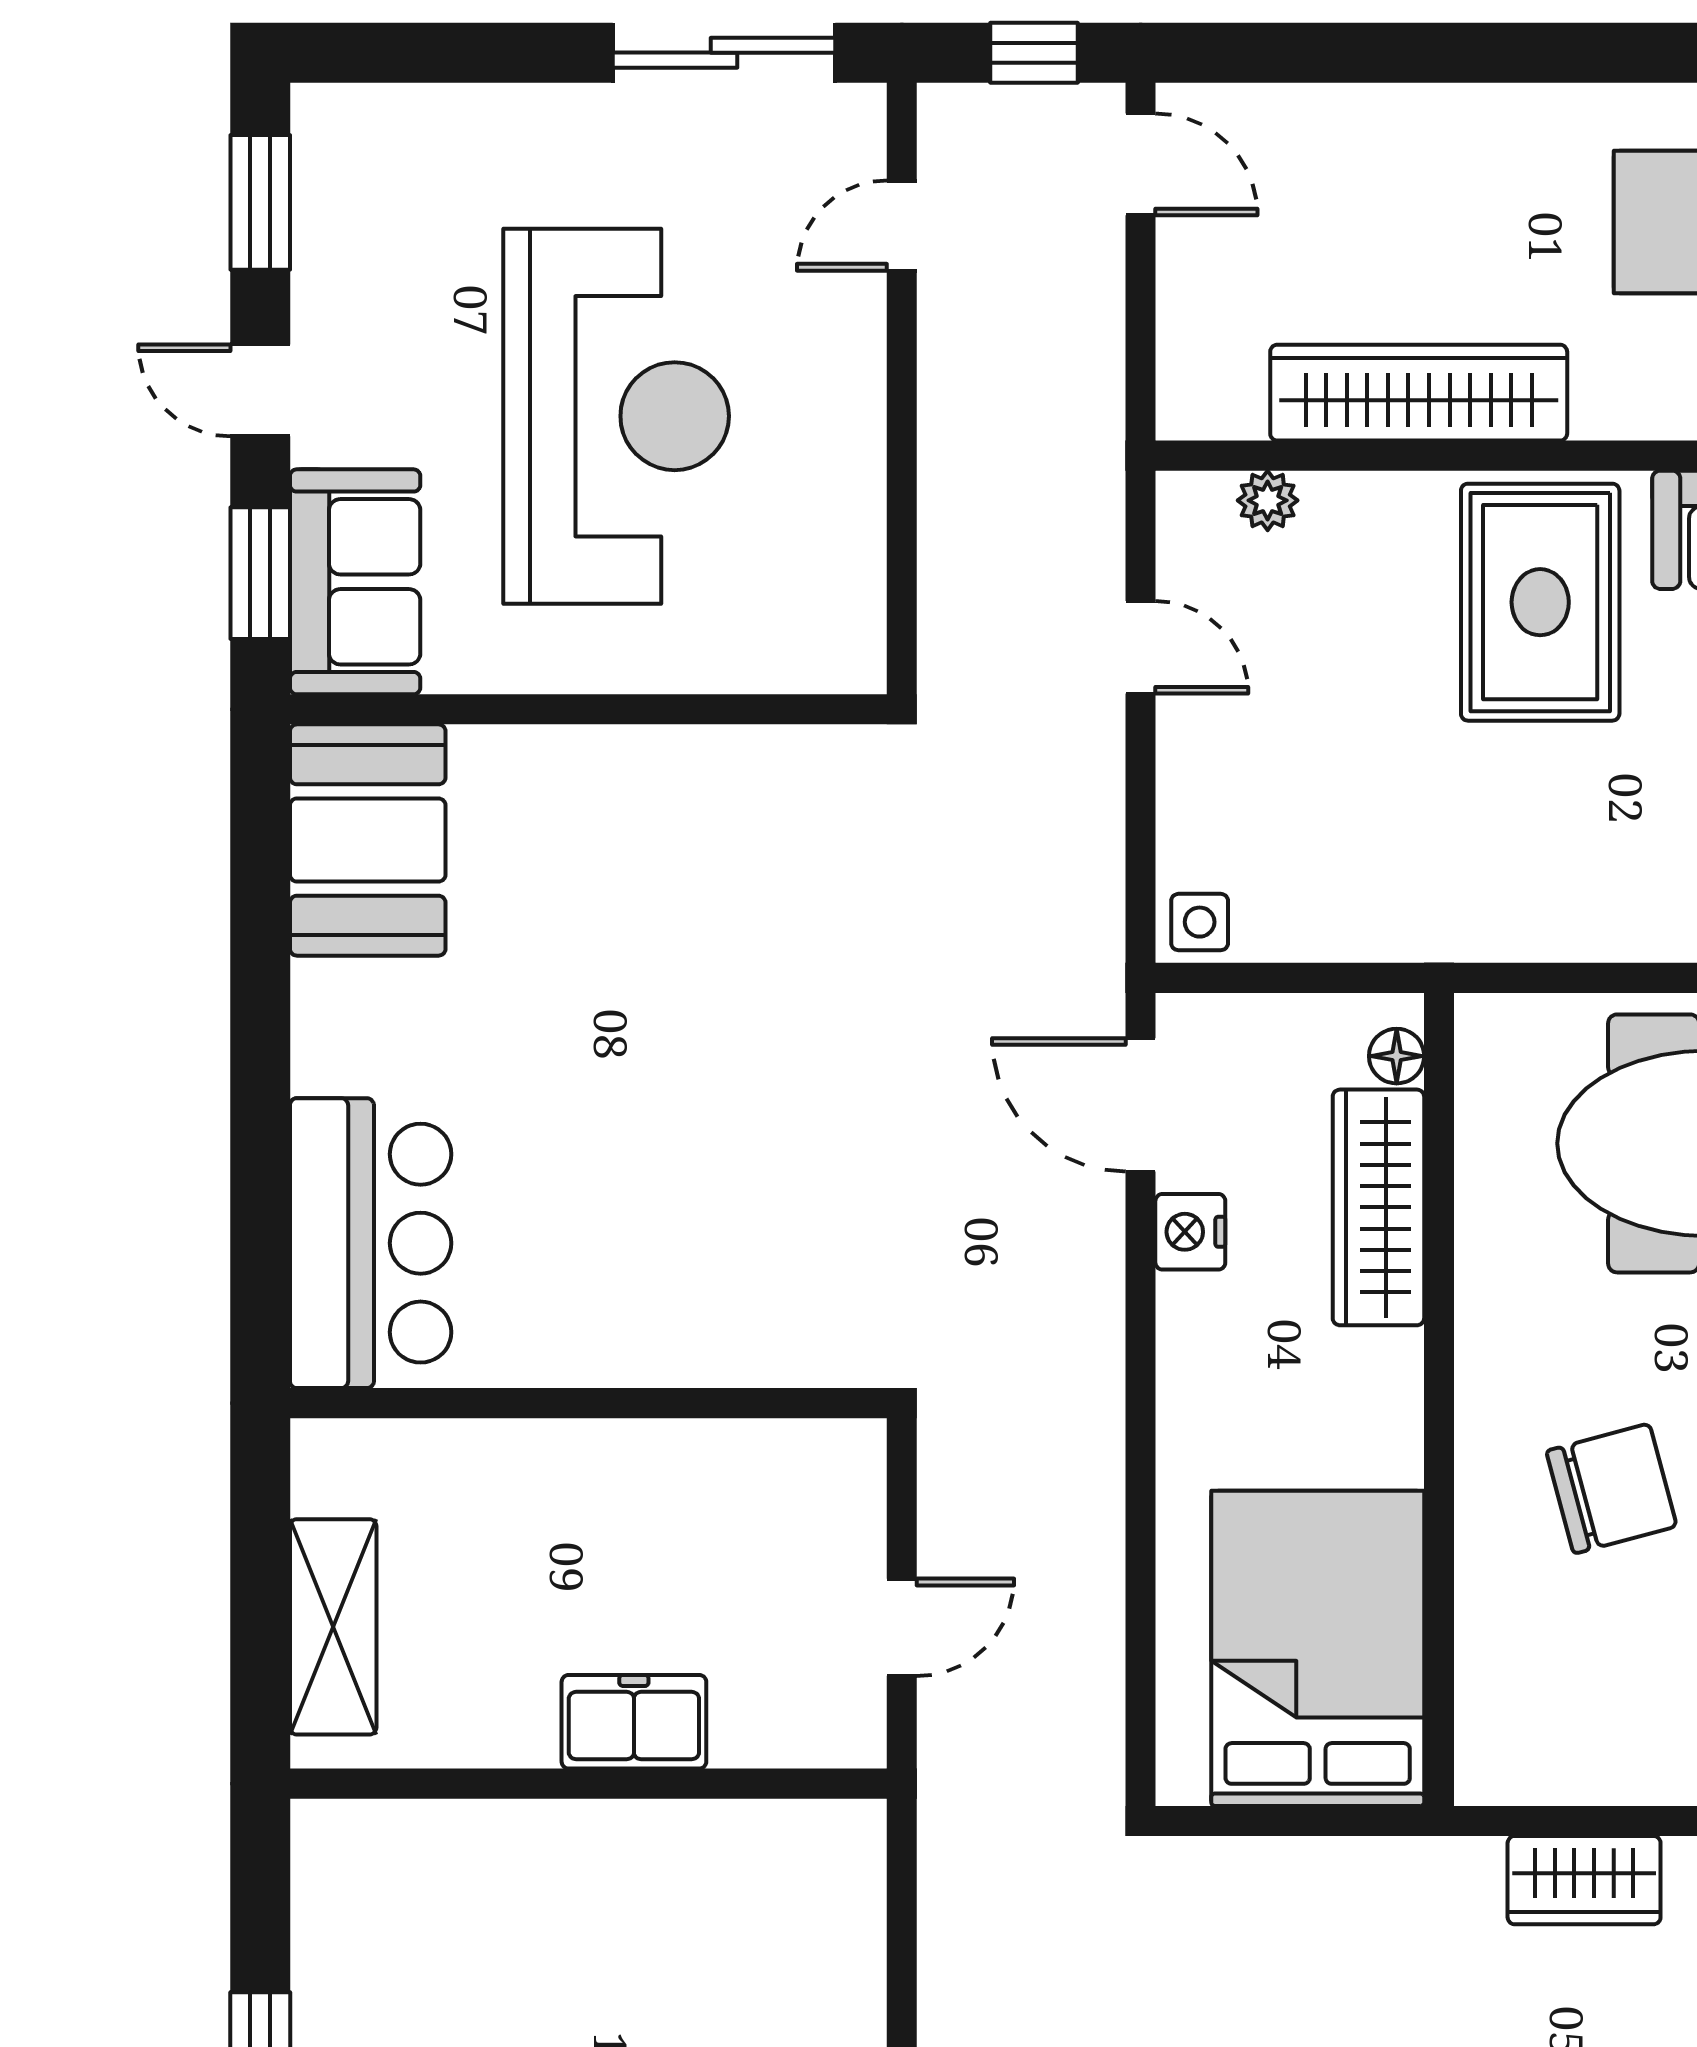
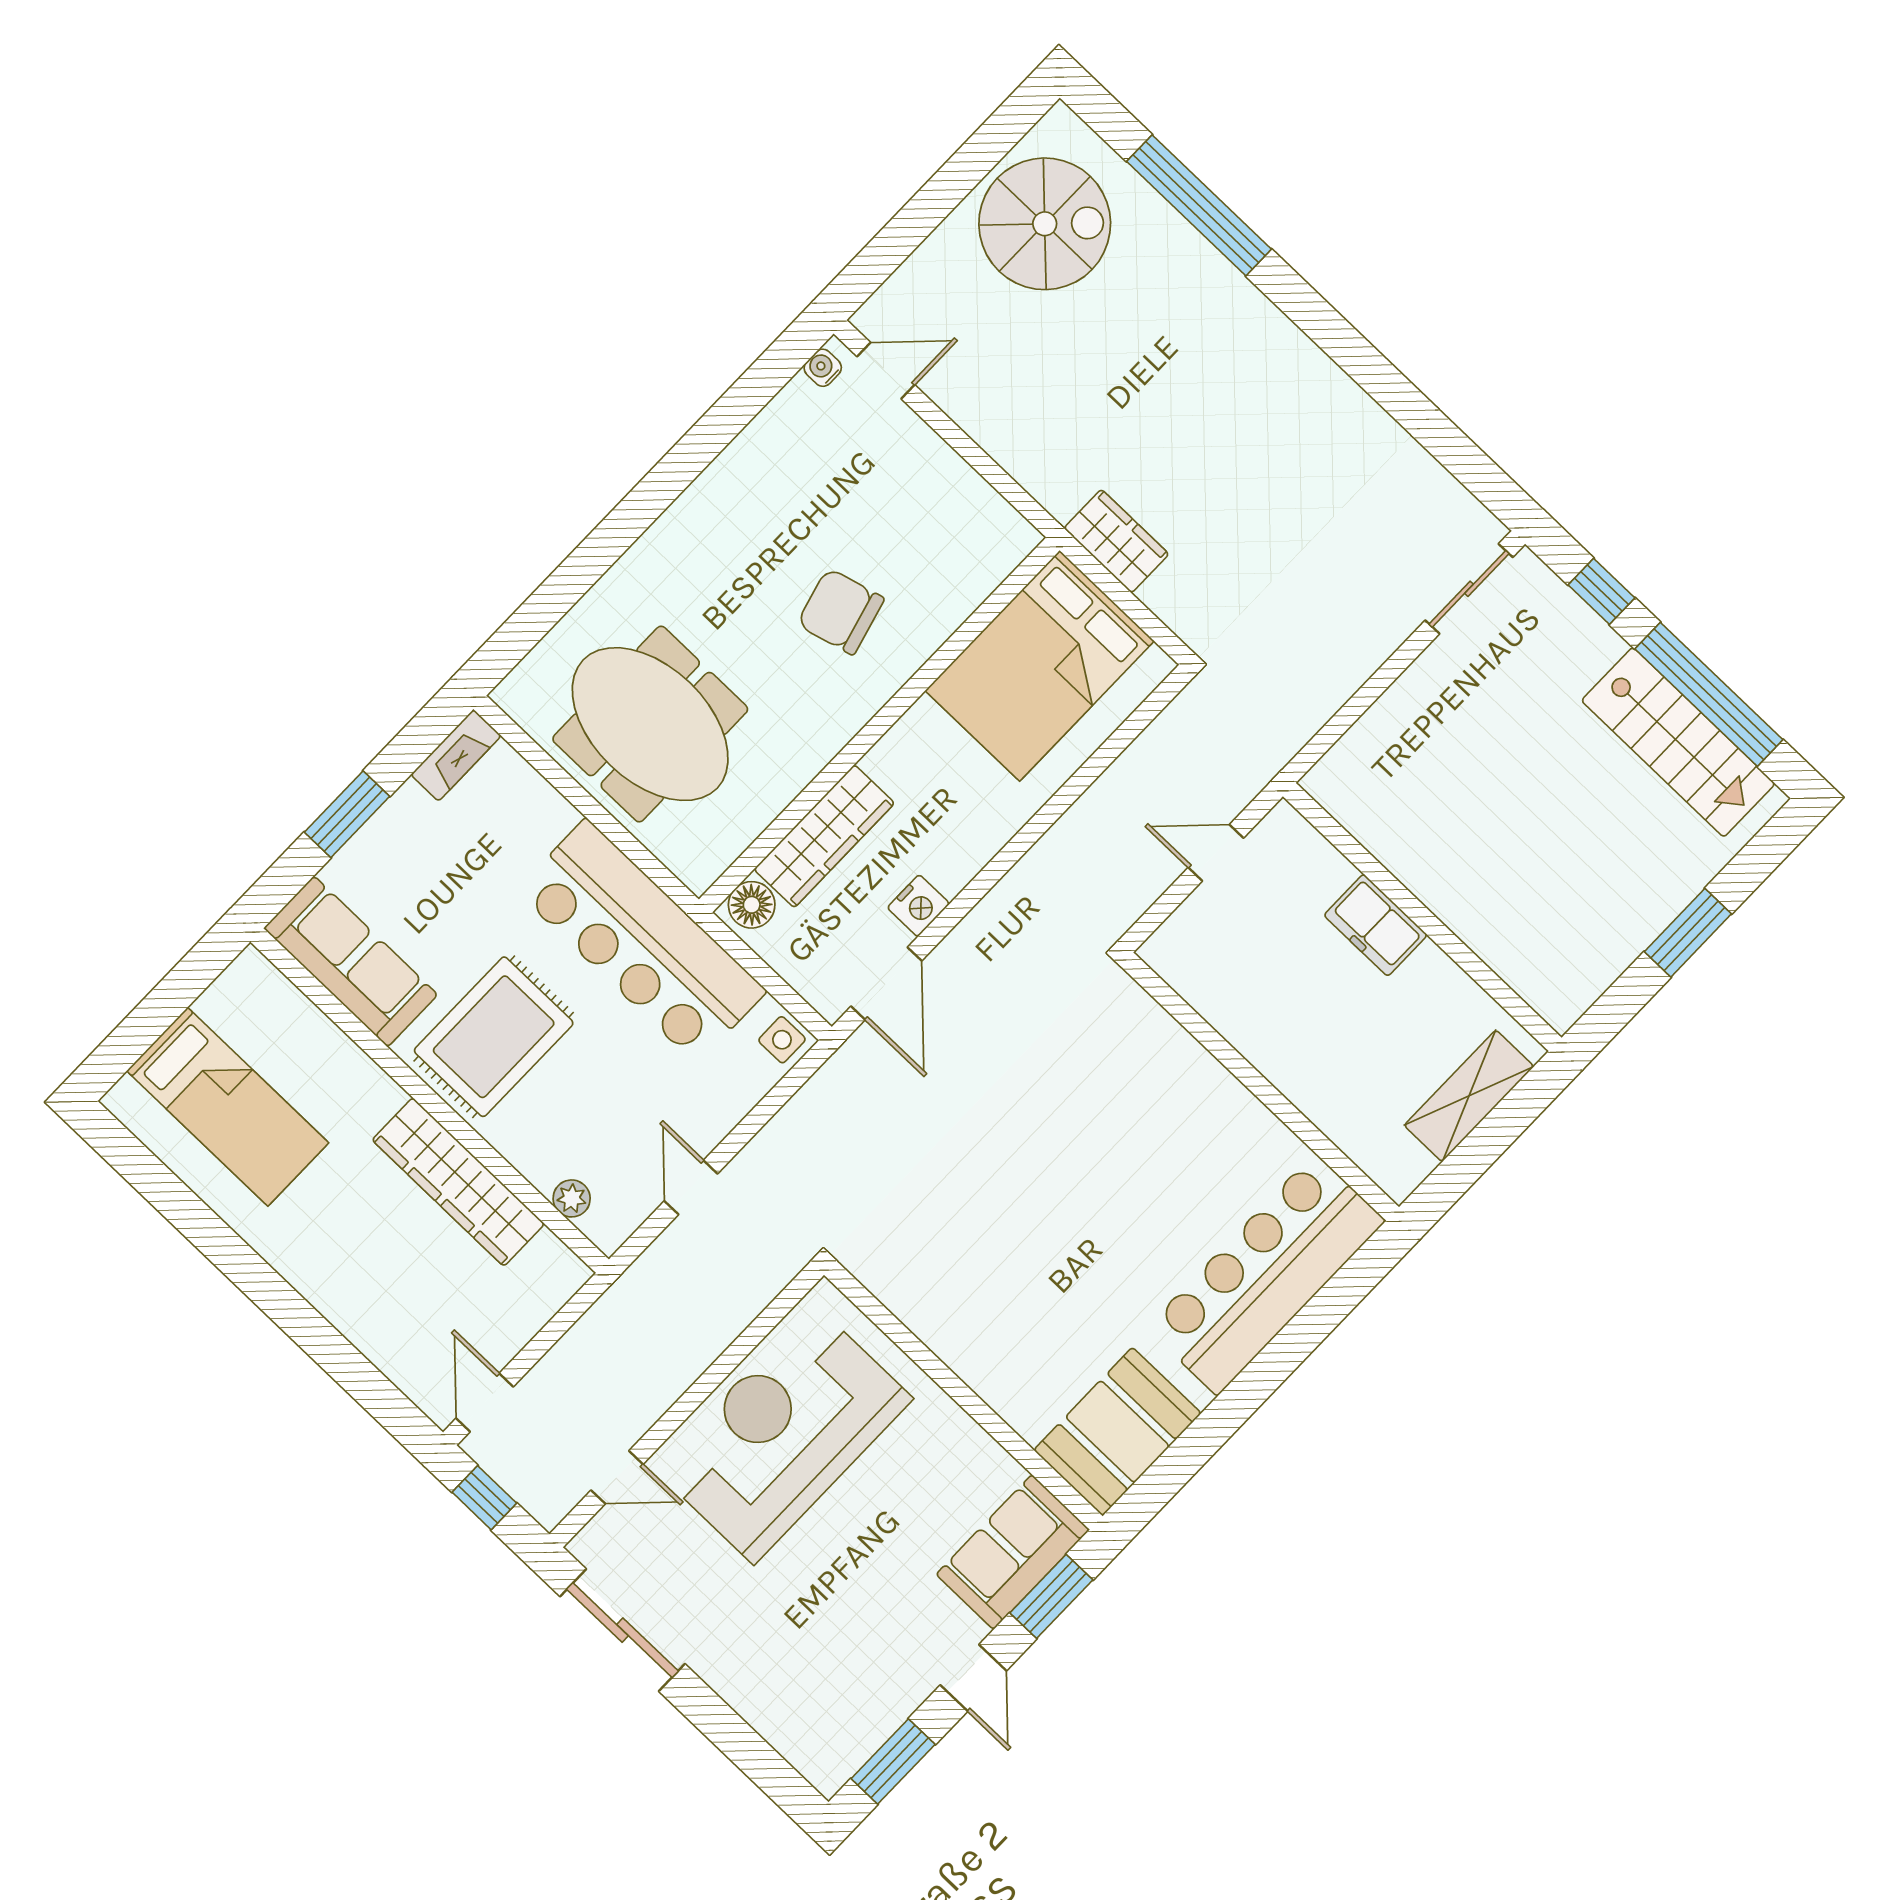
reception desk: (616, 416) -> (784, 1434), moved
bar counter: (1475, 880) -> (641, 941), added
floor lamp: (1397, 1056) -> (752, 905), width x1.37, depth x1.37
bar counter: (371, 1243) -> (1266, 1274), width x1.36
wardrobe: (1584, 1880) -> (1116, 541), moved

